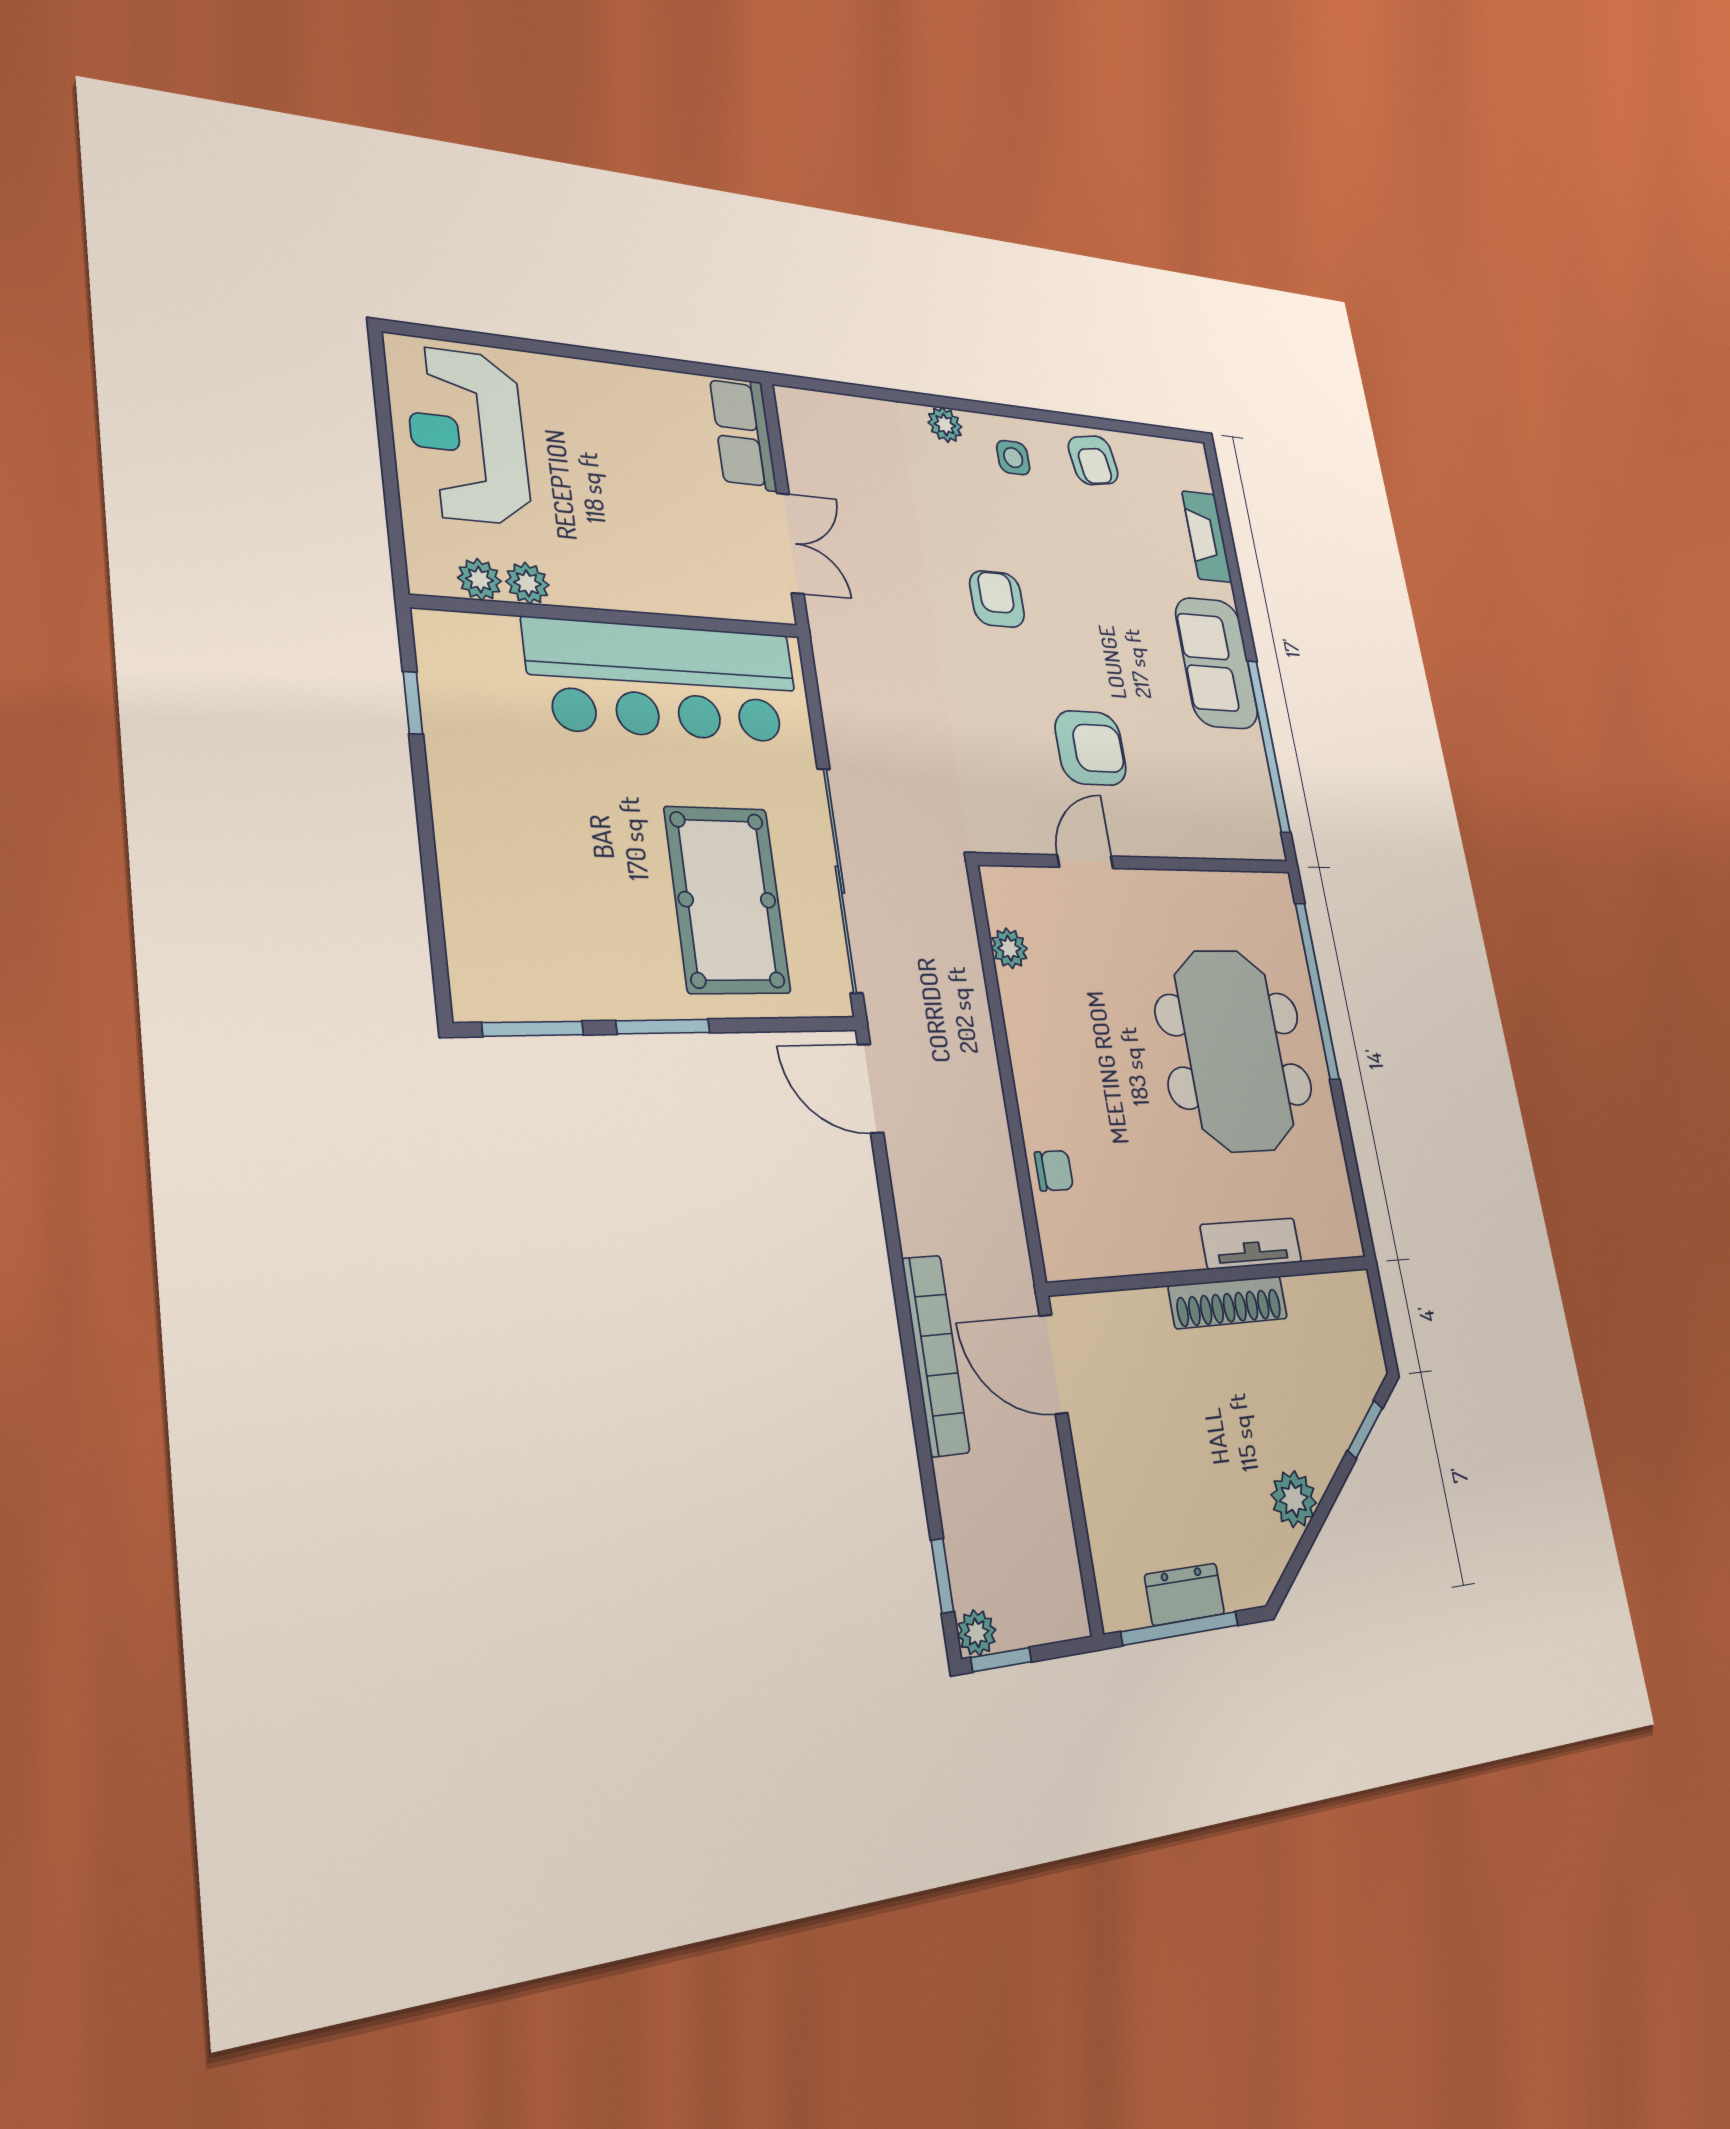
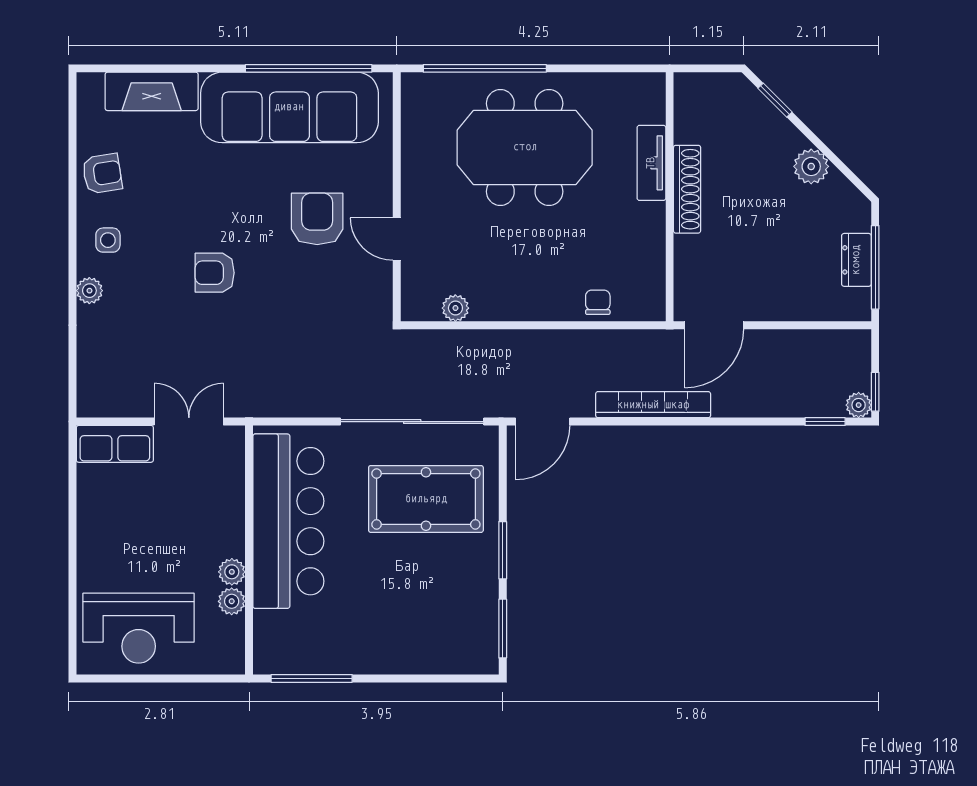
fireplace: (1207, 537) -> (152, 91), width x1.37, depth x1.32
plant: (480, 580) -> (232, 572), moved
sofa: (1216, 663) -> (289, 107), width x1.85, depth x1.27
window: (413, 703) -> (312, 678), width x2.17
bookcase: (935, 1355) -> (653, 405), moved

